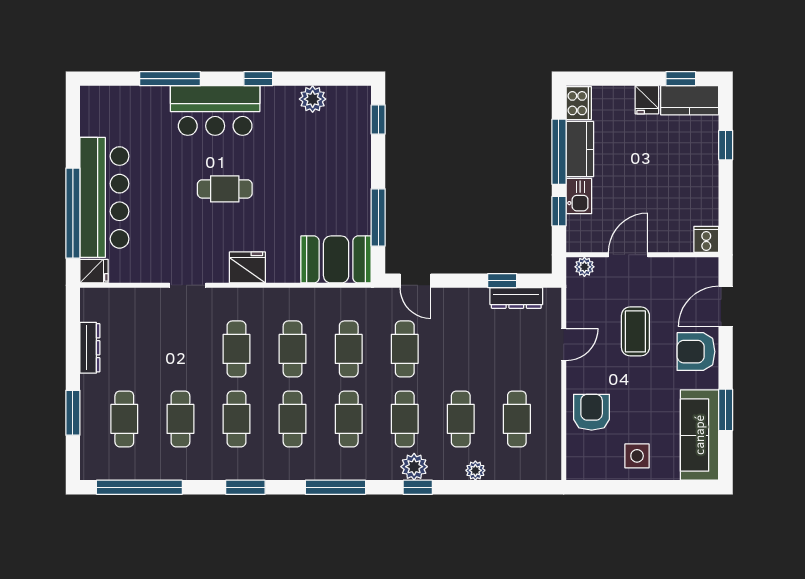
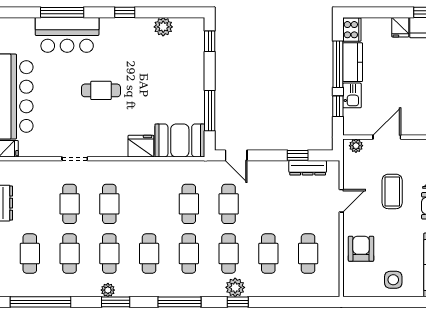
bar counter: (215, 111) -> (67, 35), moved
fridge: (247, 267) -> (141, 146), moved
cafe table: (293, 349) -> (70, 204), moved
plant: (475, 470) -> (108, 290), moved

